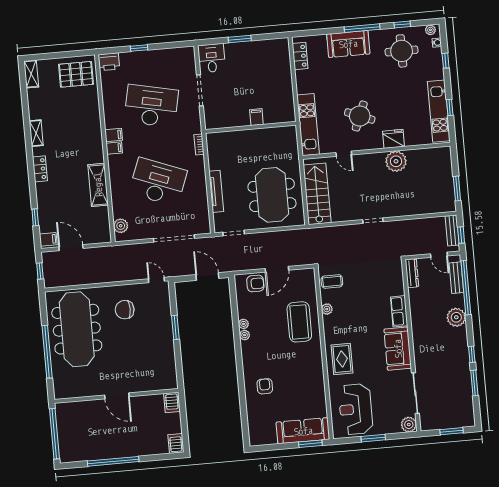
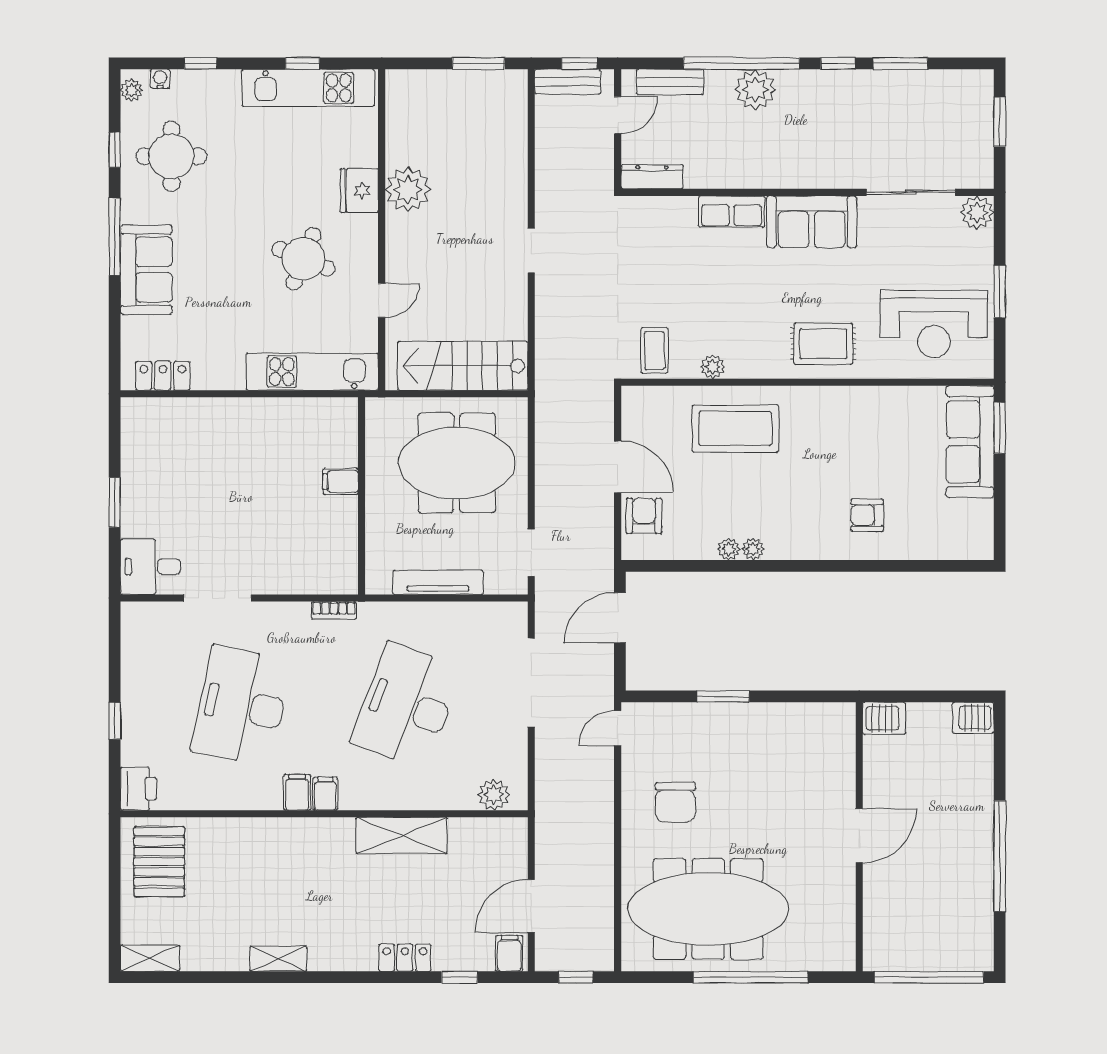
filing cabinet: (256, 117) -> (341, 481), moved
wall: (251, 127) -> (362, 496), moved
locker: (40, 169) -> (405, 958), moved
window: (466, 288) -> (742, 63), moved

